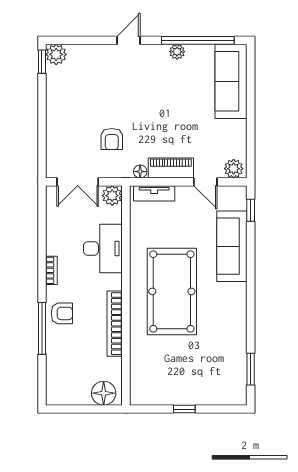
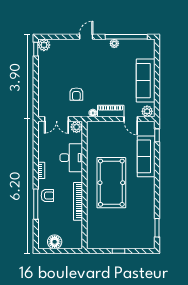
sofa: (231, 81) -> (146, 81), moved
tv unit: (154, 193) -> (101, 126), removed
floor lamp: (104, 393) -> (55, 242), moved

